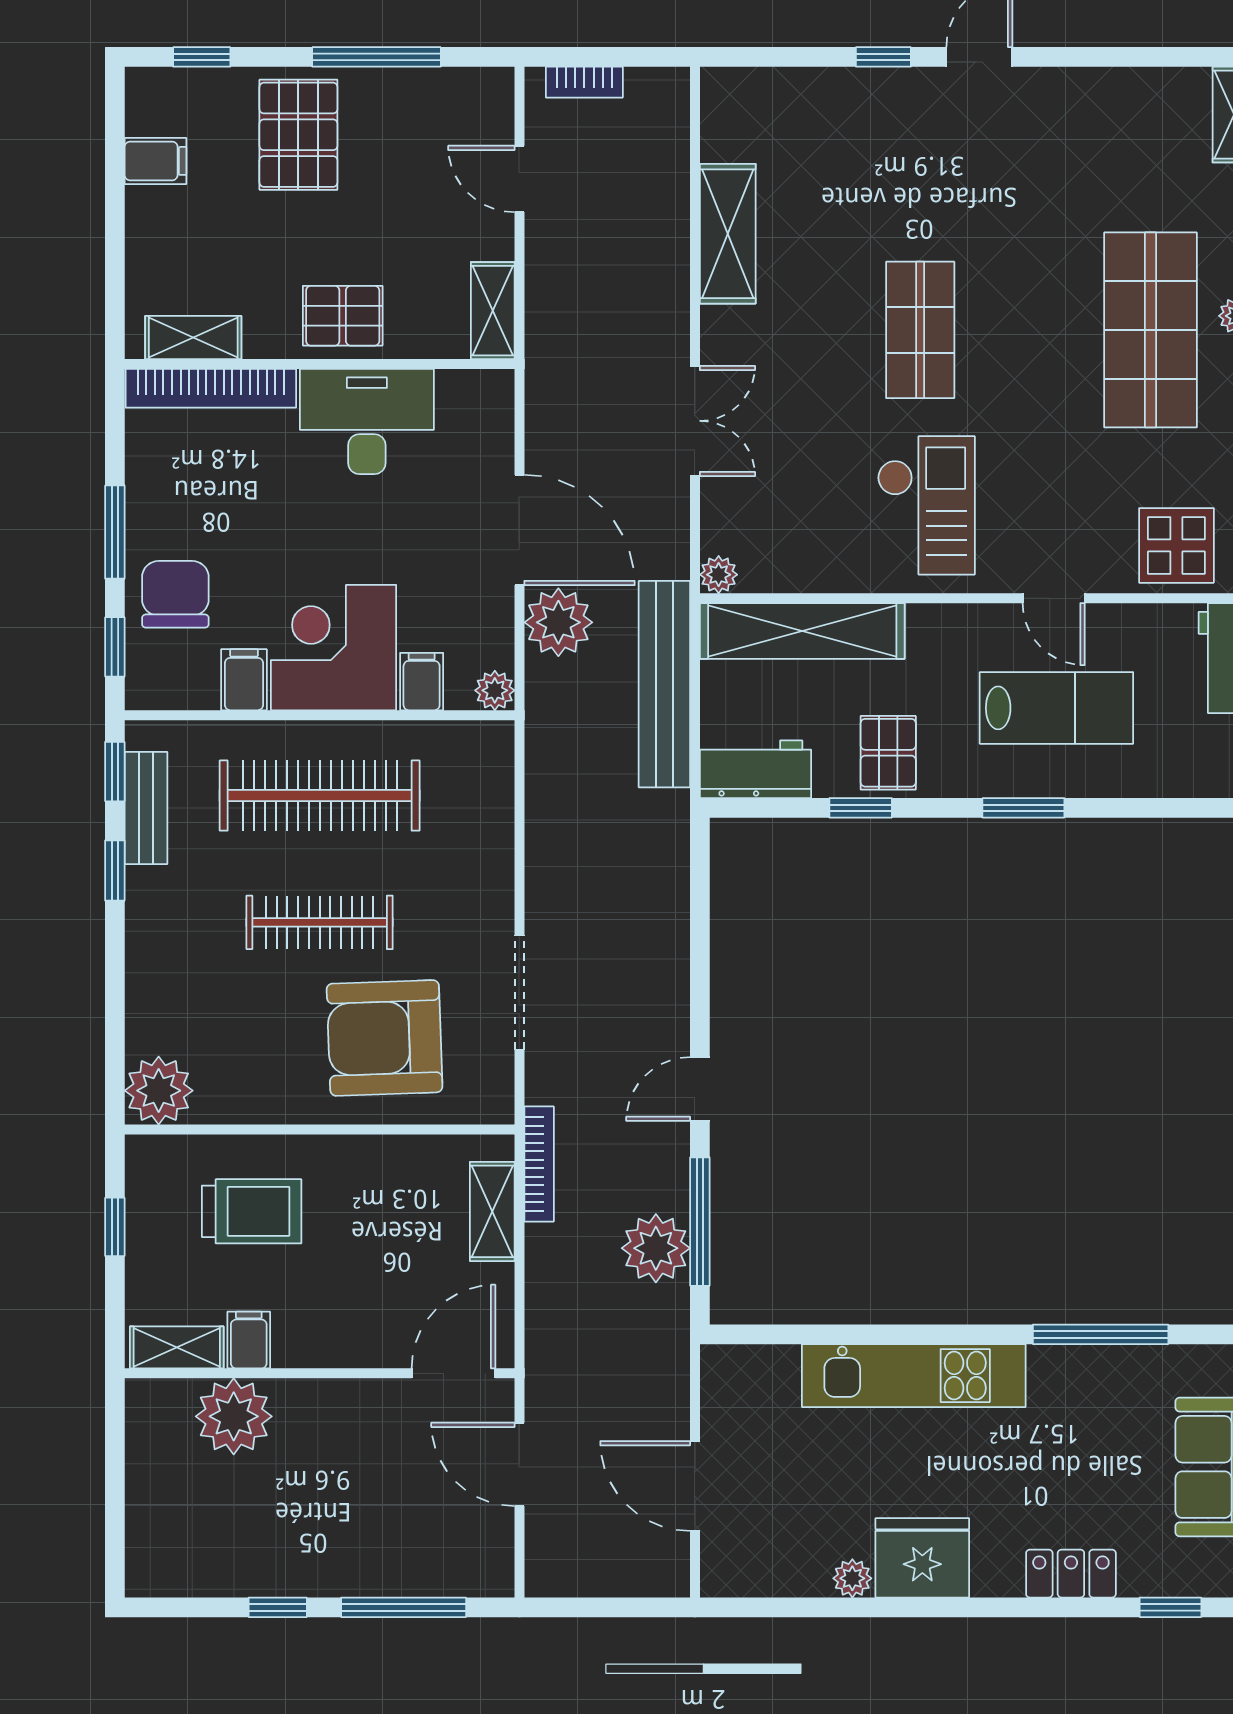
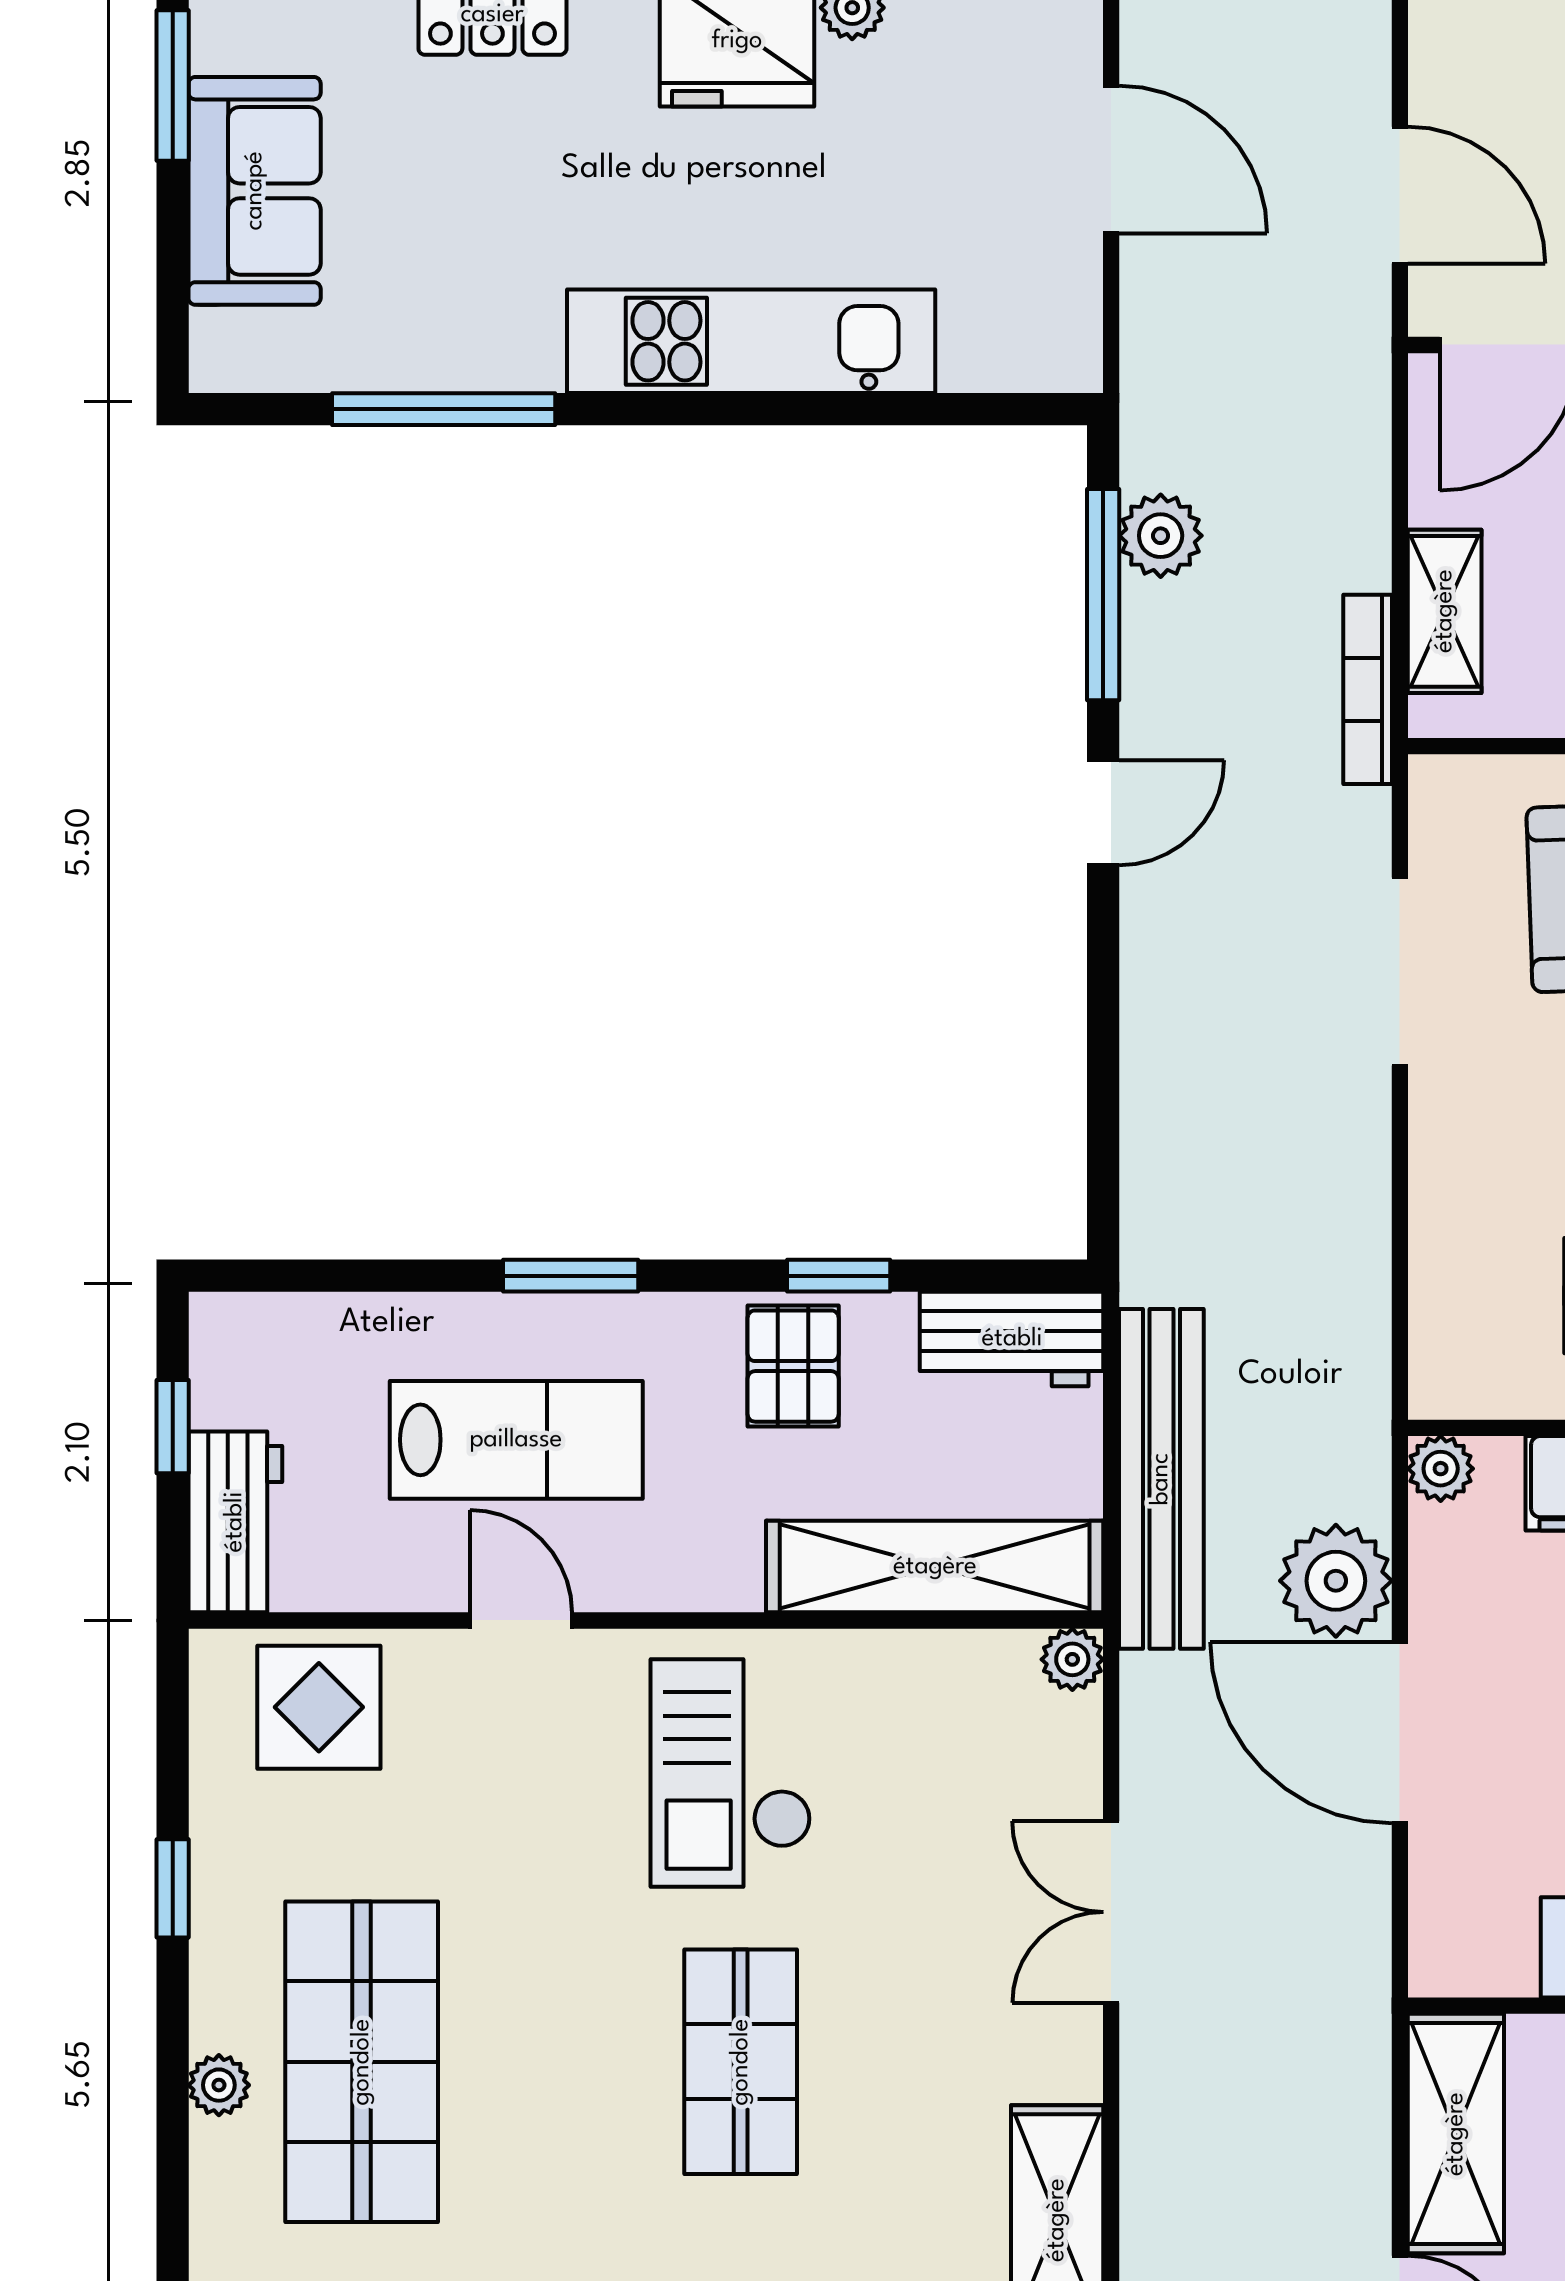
shelving: (493, 311) -> (1456, 2134), width x1.50, depth x1.33
lab bench: (1056, 708) -> (516, 1440), turned 180
plant: (656, 1248) -> (1161, 536), width x0.73, depth x0.73

